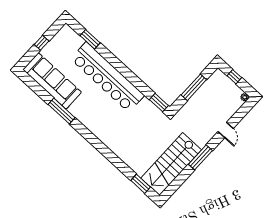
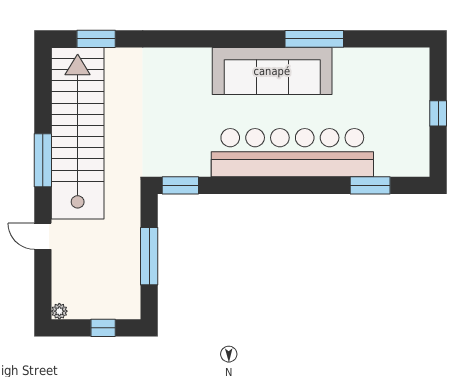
sofa: (52, 81) -> (272, 71), moved
stairs: (171, 164) -> (78, 133), width x1.36

